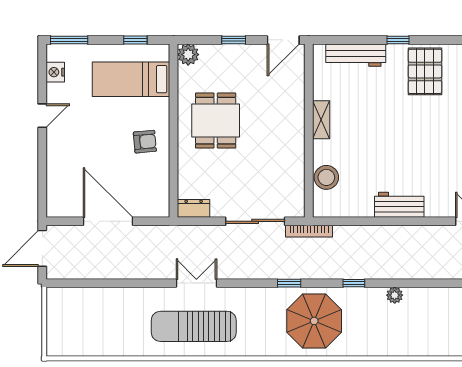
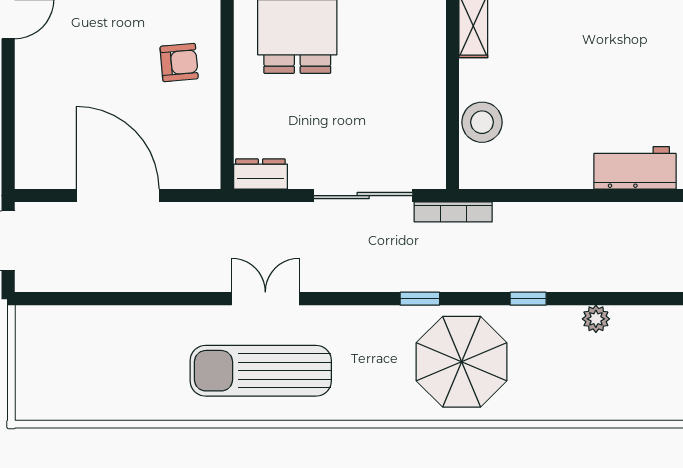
workbench: (399, 205) -> (635, 168), moved

